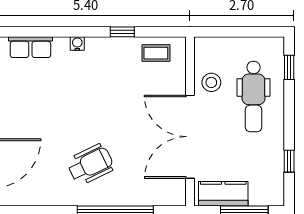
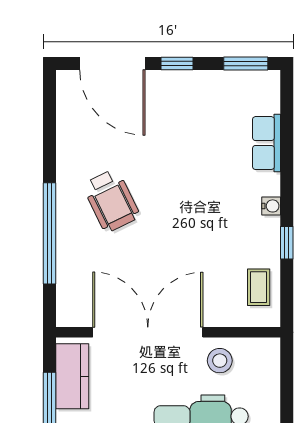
water cooler: (77, 44) -> (271, 206), moved
row of seats: (30, 47) -> (266, 143), moved

